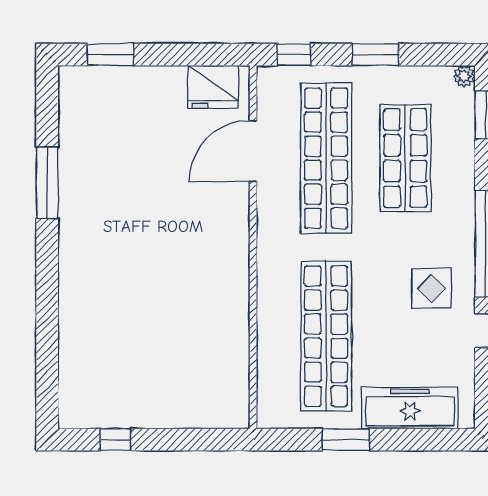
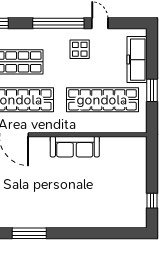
sofa: (228, 278) -> (75, 147), added

